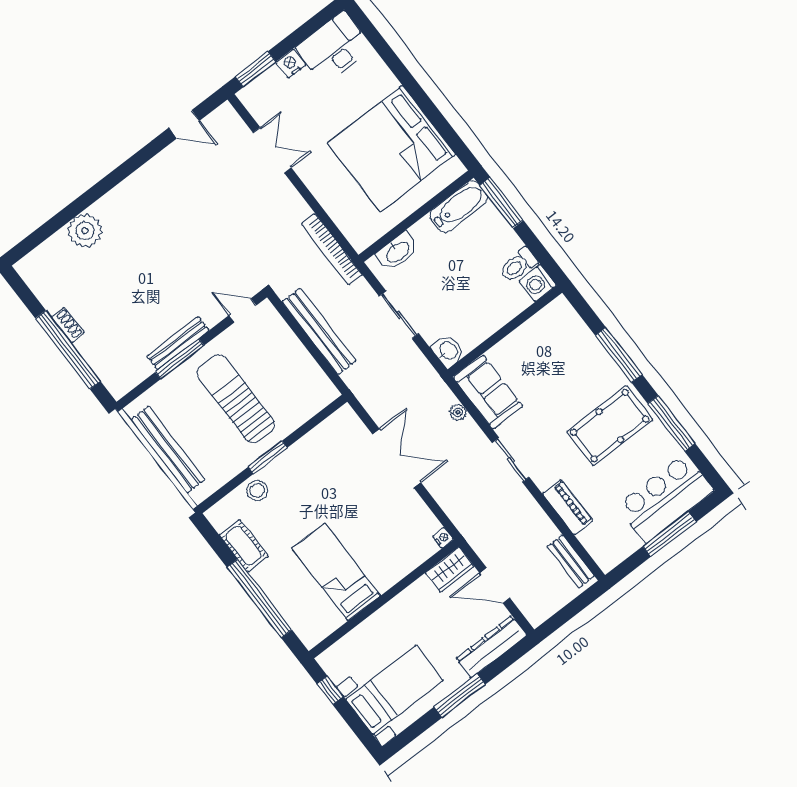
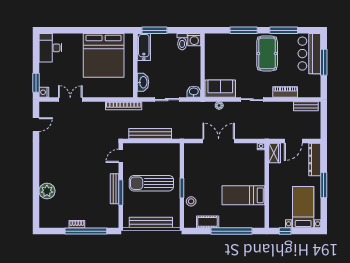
nightstand: (291, 64) -> (44, 92), moved

